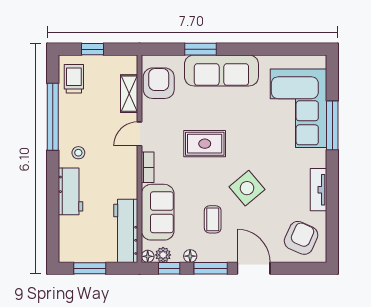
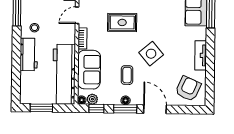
workbench: (126, 231) -> (64, 74), width x1.36, depth x1.32
floor lamp: (190, 256) -> (126, 100), moved

